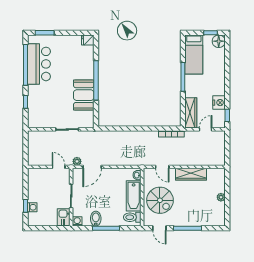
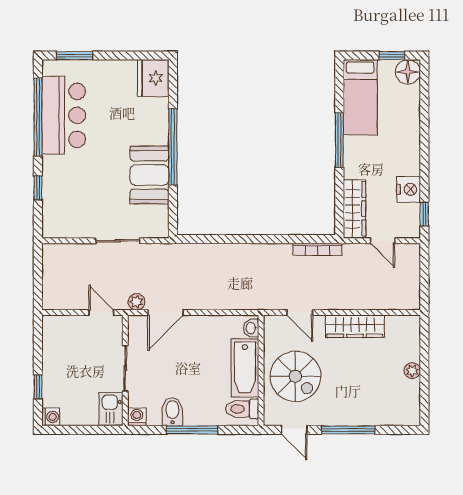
fridge: (88, 40) -> (153, 78), width x1.88, depth x1.34
door: (206, 129) -> (383, 241), swing flipped
washing machine: (32, 207) -> (51, 417), moved

